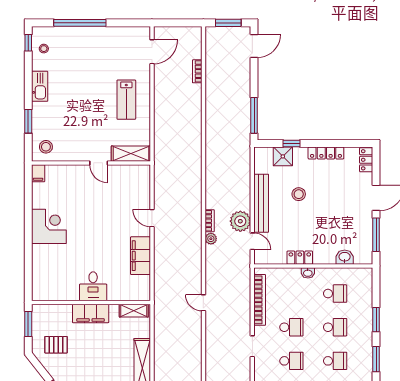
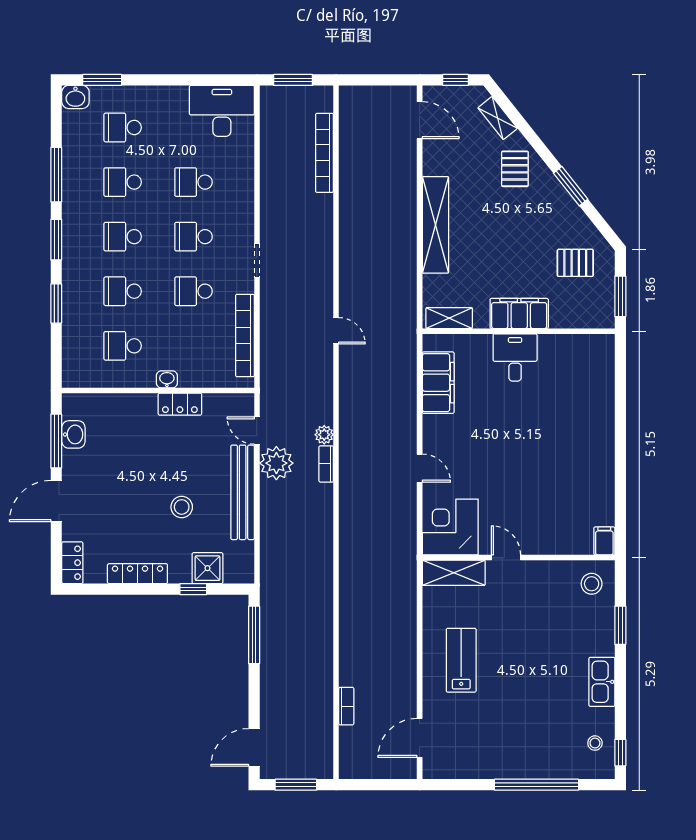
corner desk: (49, 226) -> (450, 527), moved, turned 90
filing cabinet: (141, 256) -> (438, 383), moved
washbasin: (345, 257) -> (73, 434), moved, turned -90

